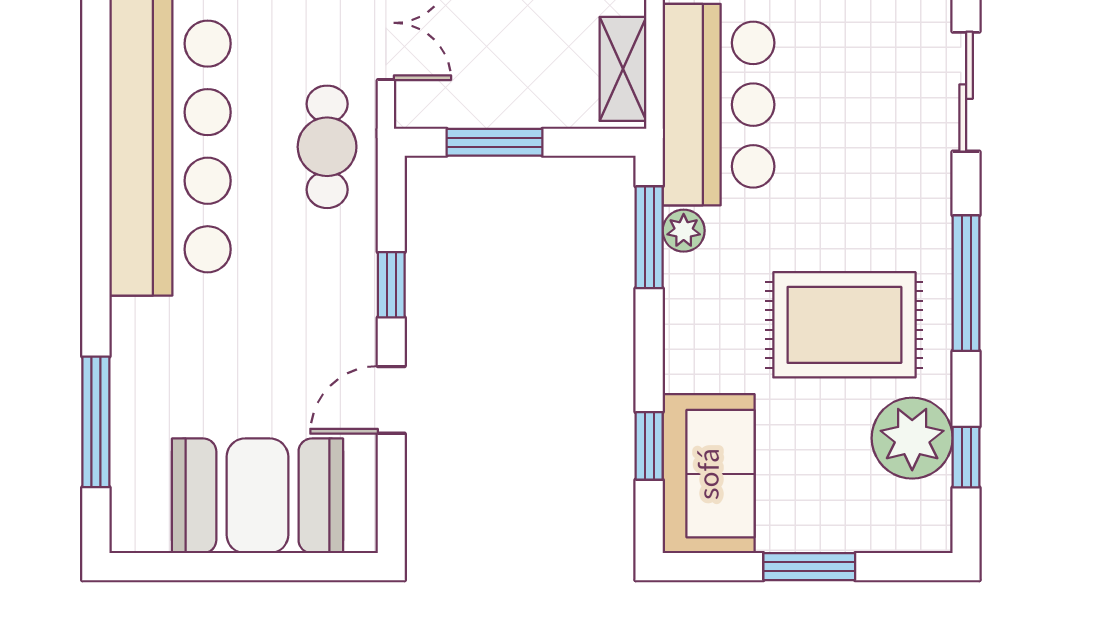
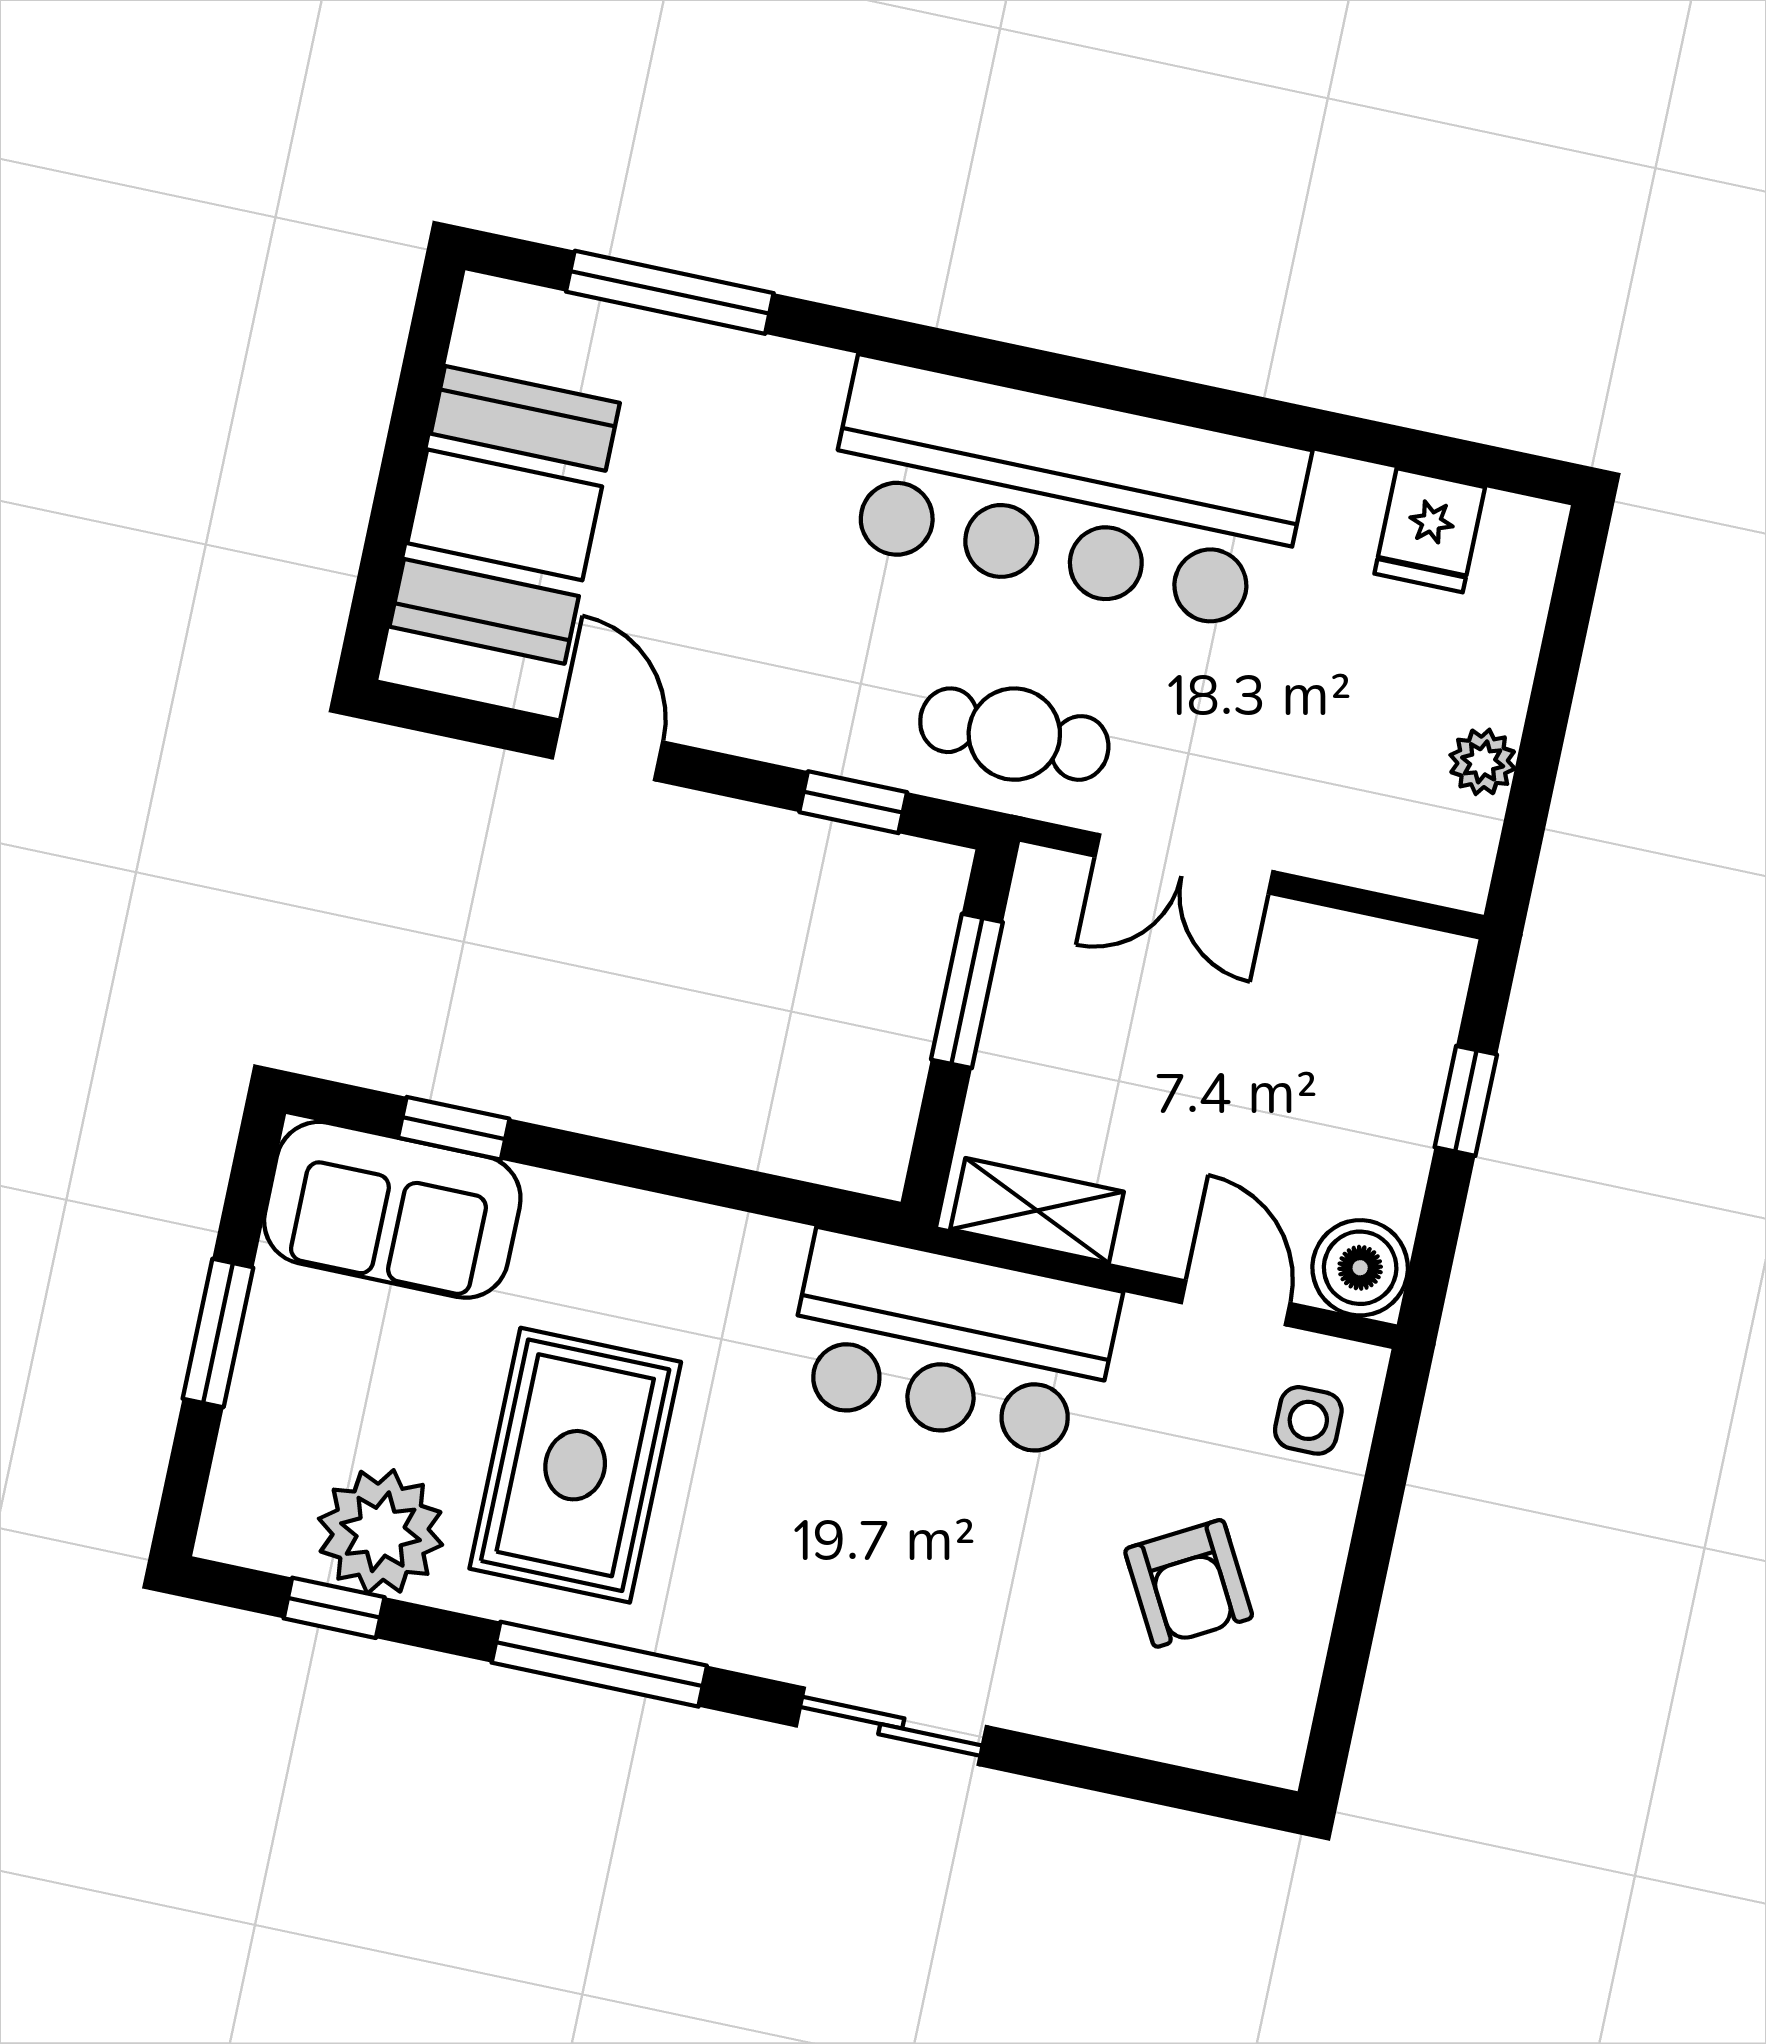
plant: (684, 231) -> (771, 1251), removed
window: (649, 237) -> (772, 1196), removed
window: (391, 285) -> (853, 802), moved

